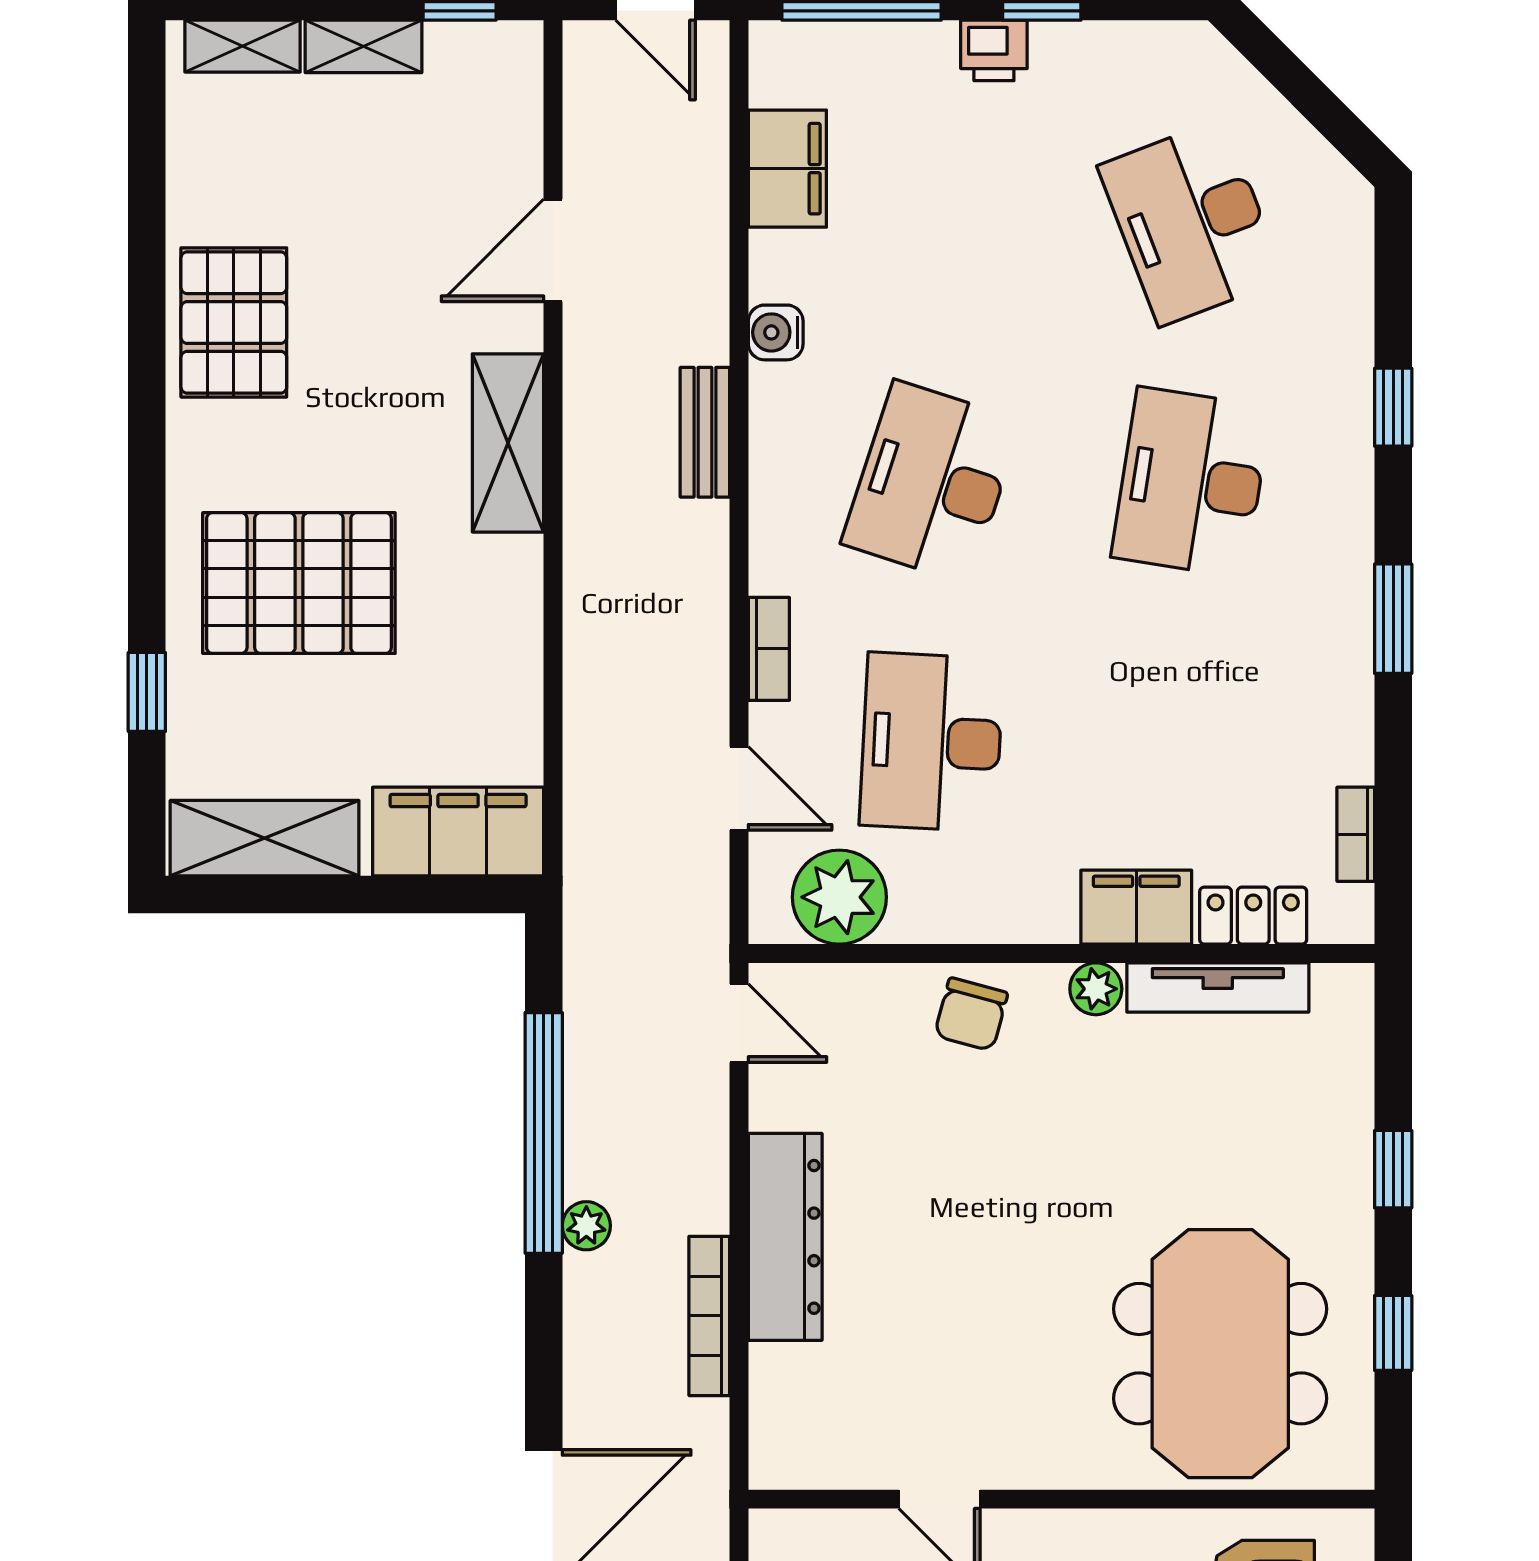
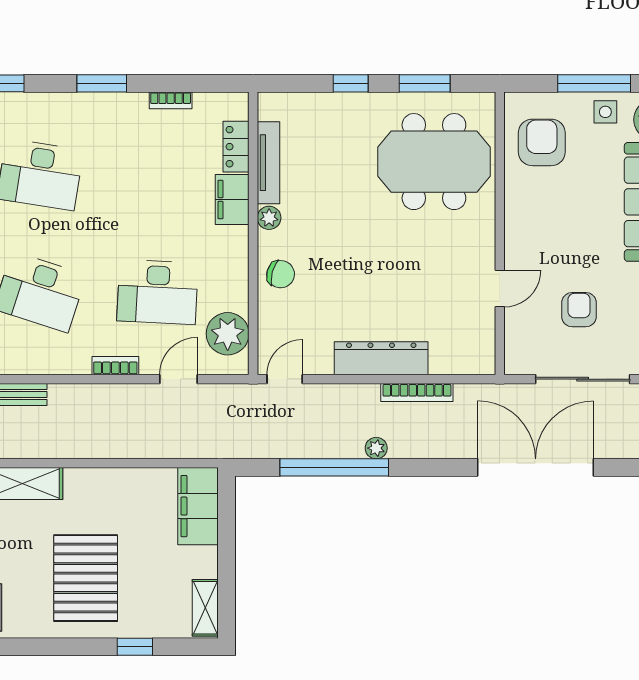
bookcase: (1356, 834) -> (171, 100), moved
shelving: (265, 838) -> (205, 608), width x0.67, depth x0.75
window: (1393, 1333) -> (425, 83), width x1.50

